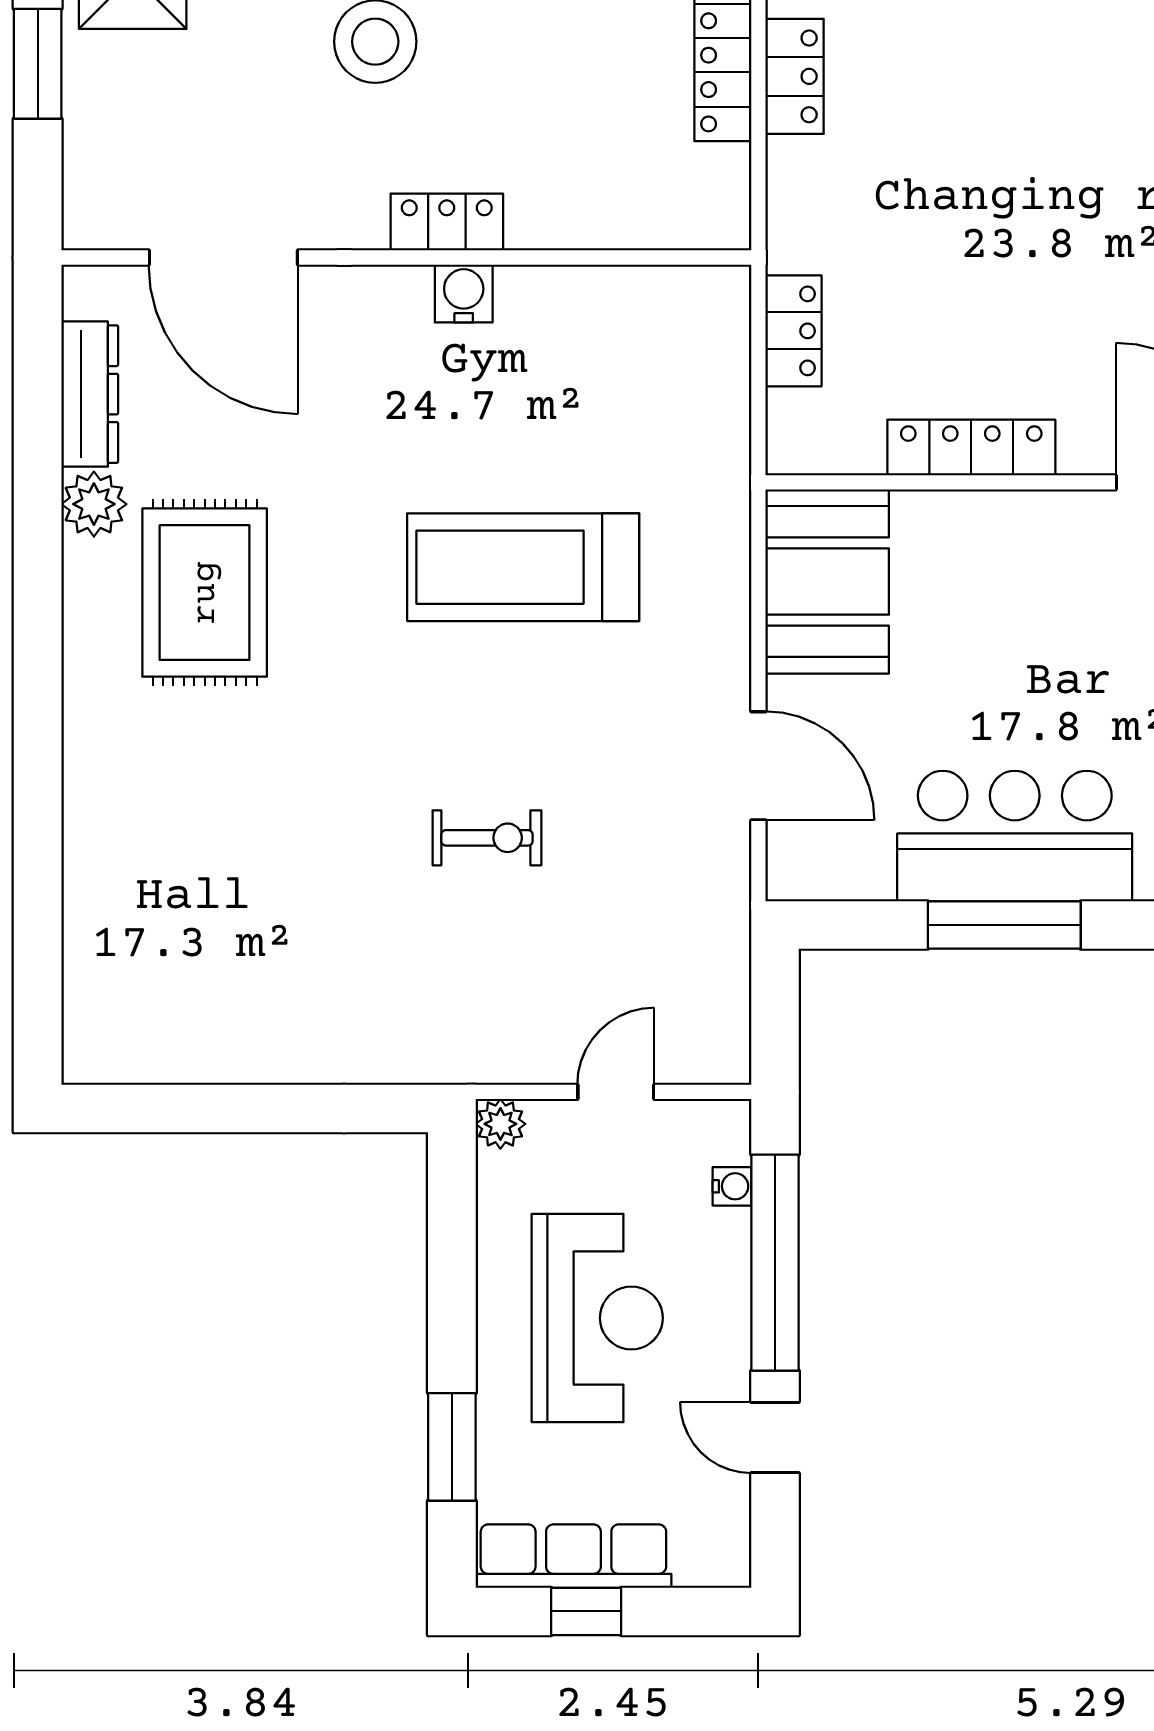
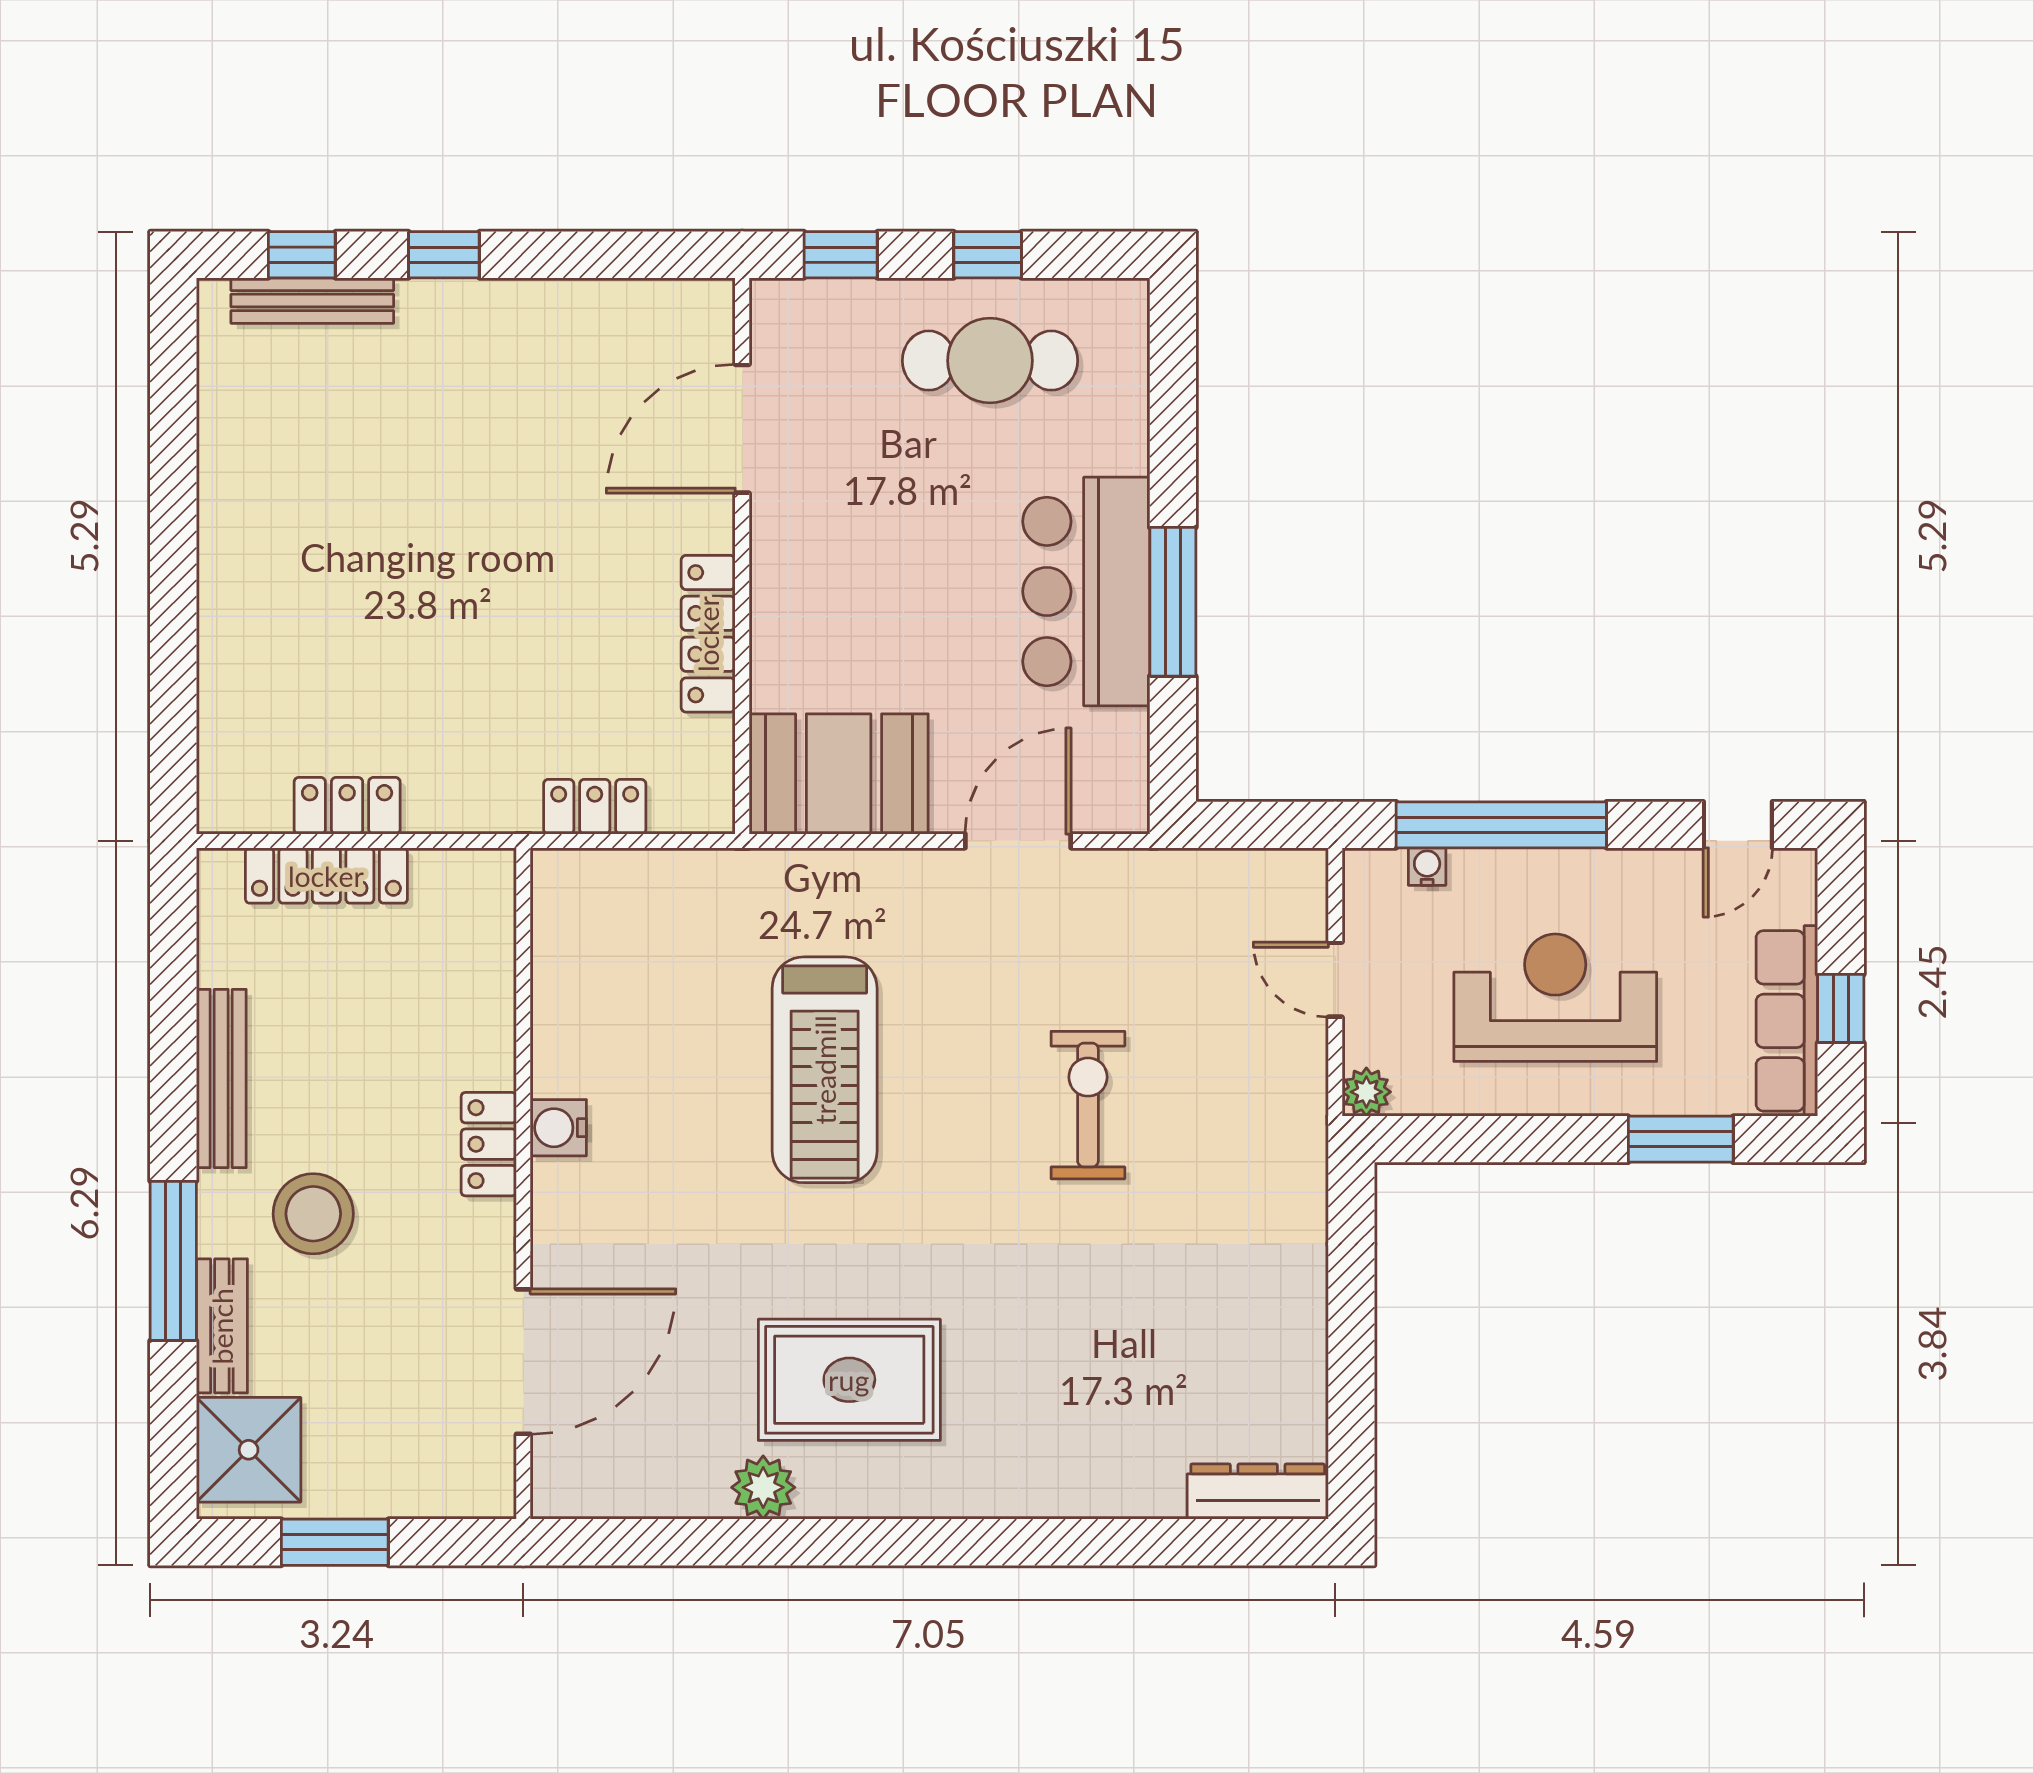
dresser: (90, 394) -> (1258, 1492), moved
exercise bike: (487, 838) -> (1088, 1105), width x1.38, depth x1.39
door: (775, 1438) -> (1738, 825), moved

